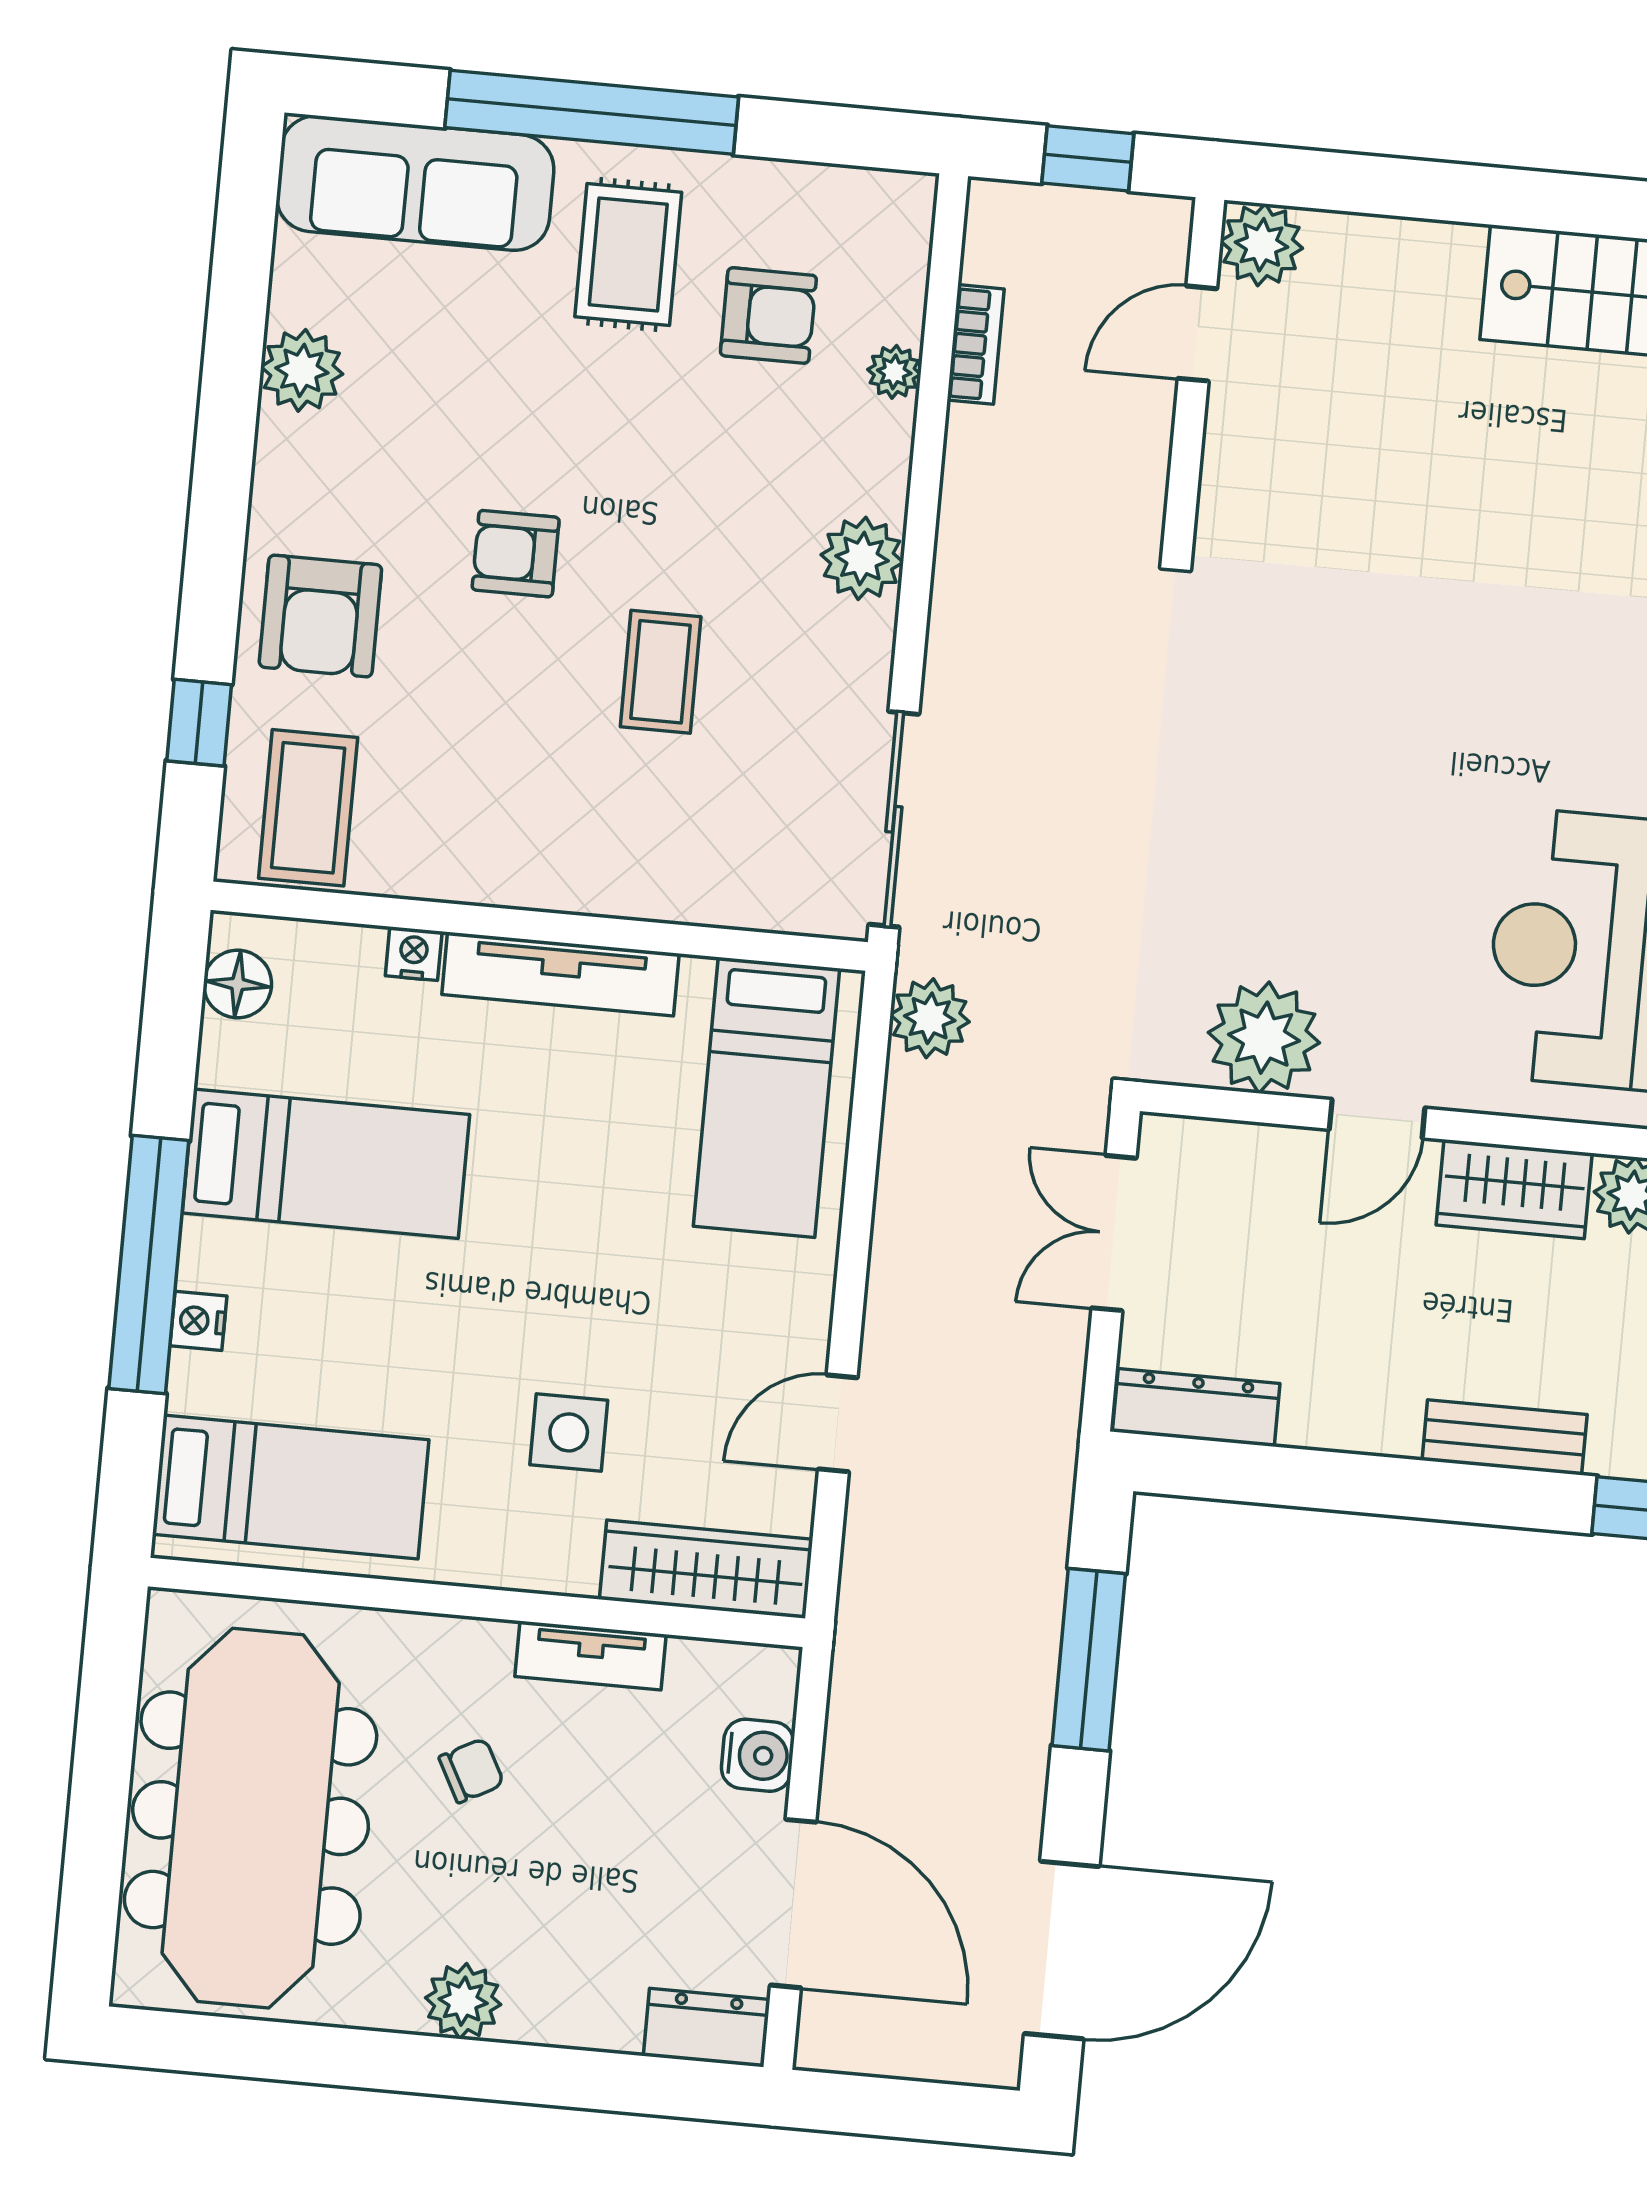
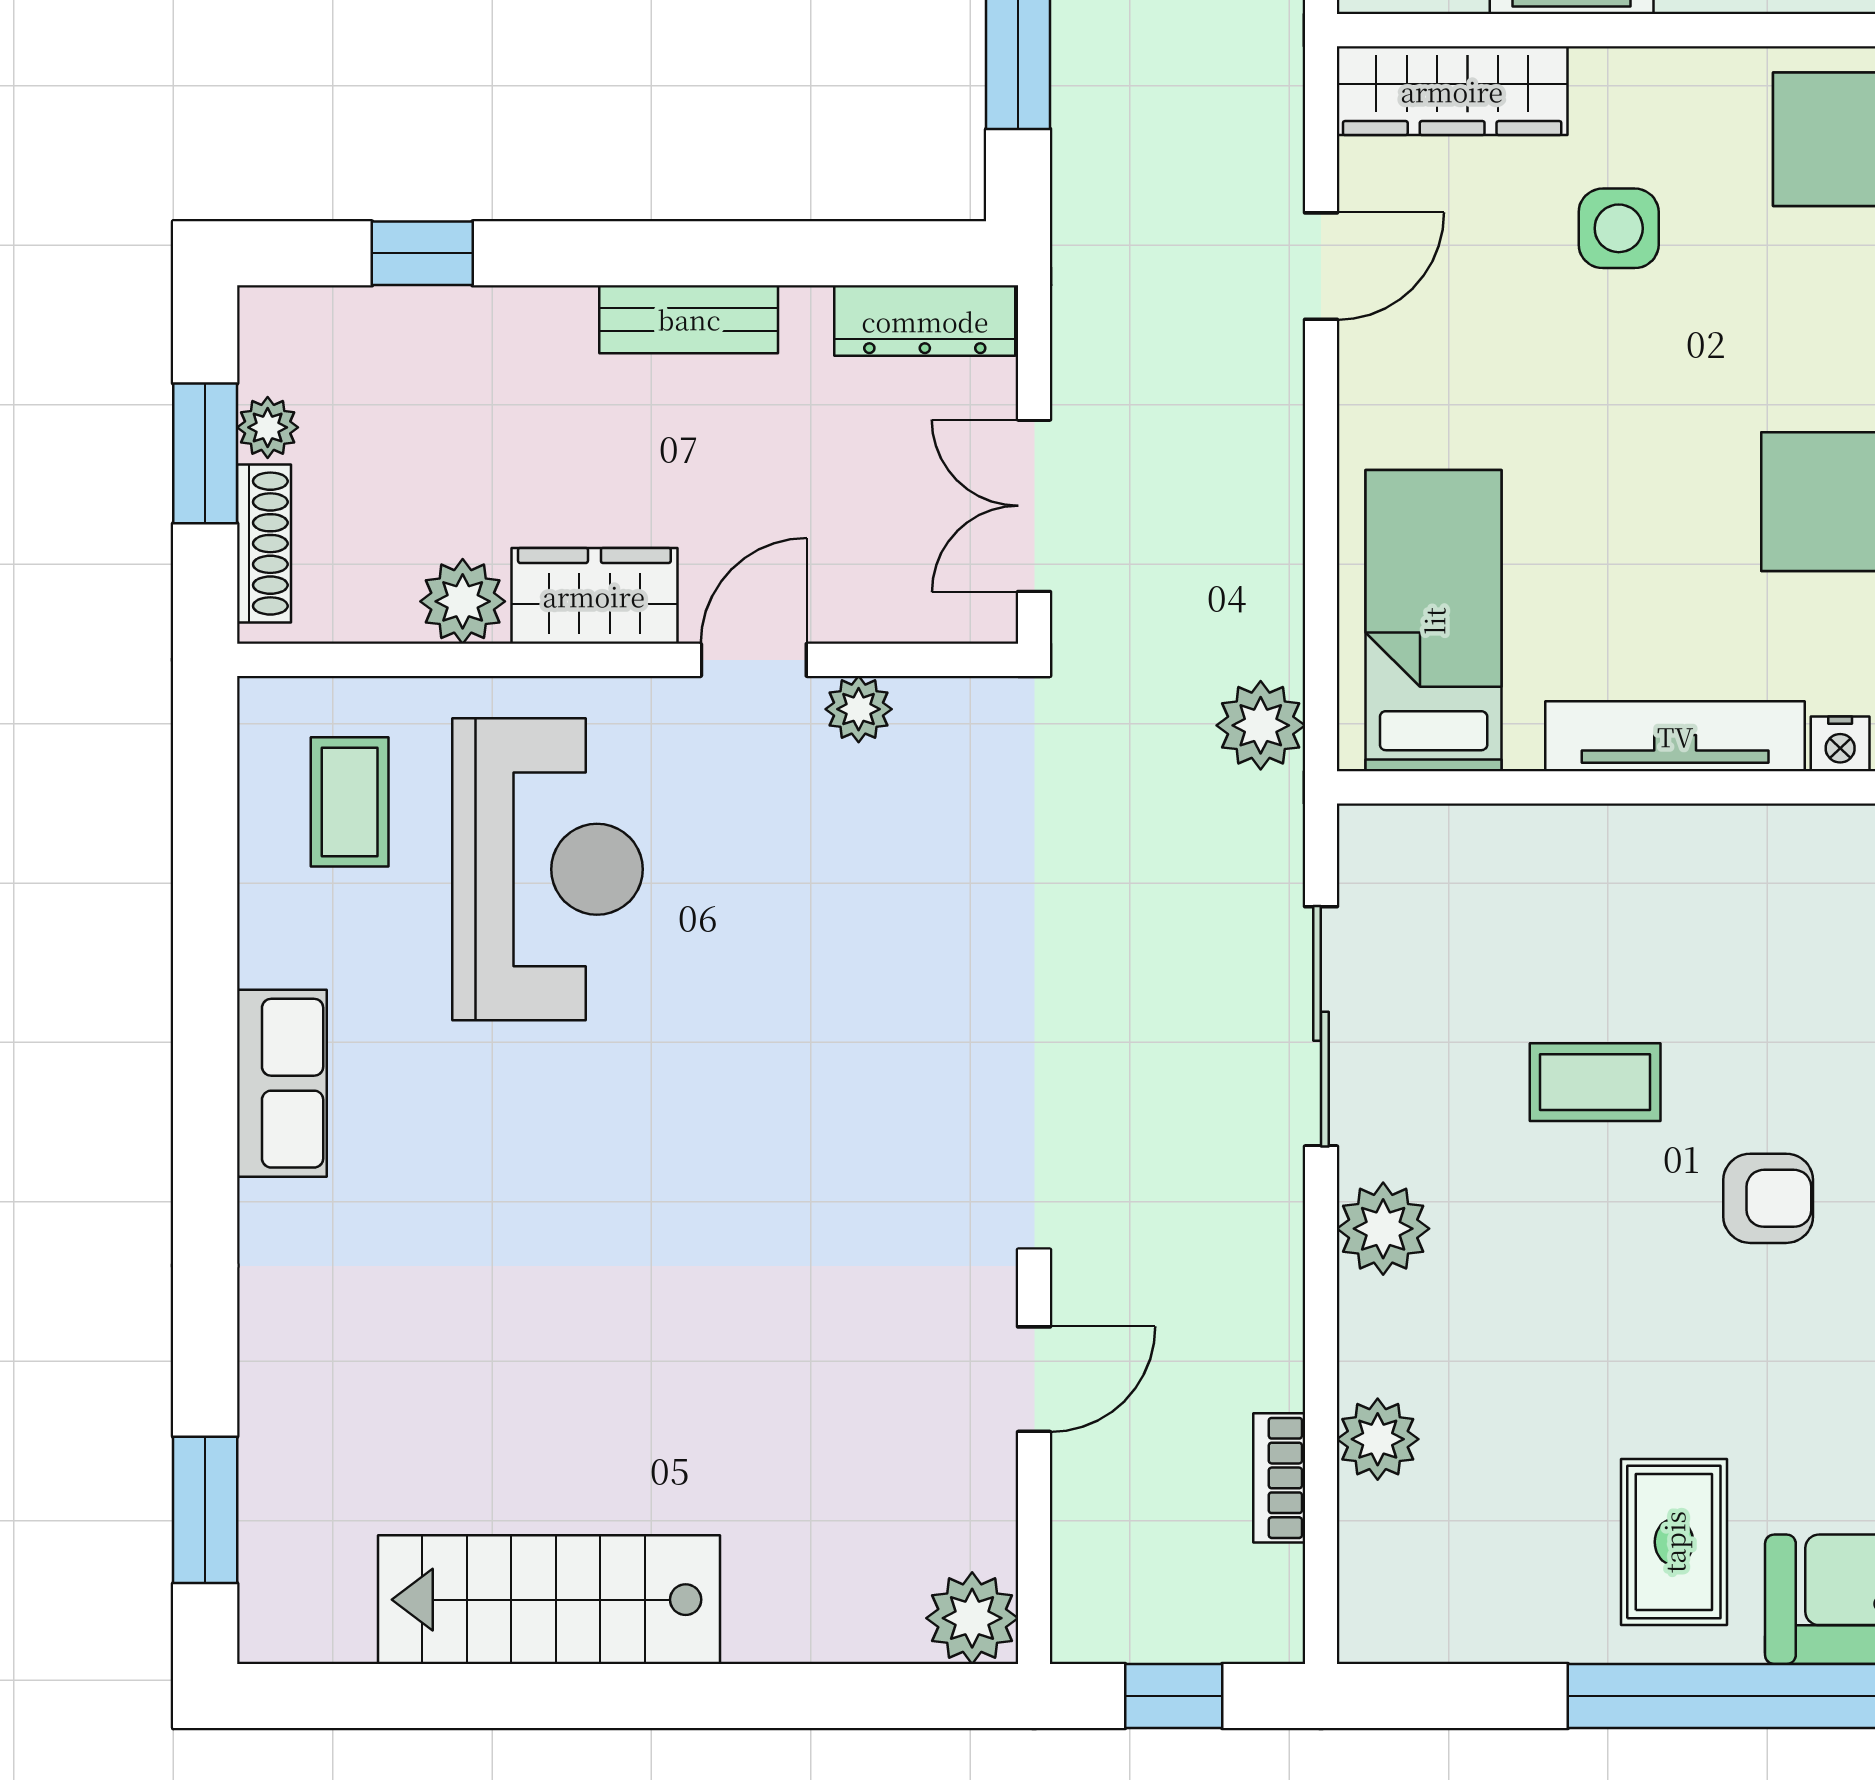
armchair: (768, 316) -> (1512, 1489), removed
door: (1197, 334) -> (1034, 1379), moved
plant: (894, 372) -> (1378, 1439), width x1.38, depth x1.38
coffee table: (661, 672) -> (1595, 1082), turned 90
sliding door: (894, 819) -> (1321, 1026), moved
plant: (1264, 1038) -> (859, 709), width x0.53, depth x0.53
double door: (1114, 1233) -> (1034, 506), swing flipped
bench: (1505, 1437) -> (689, 319), moved

